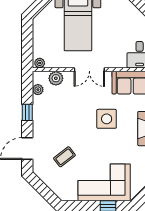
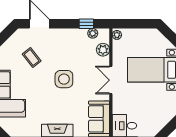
window: (27, 112) -> (86, 24), moved
side table: (107, 119) -> (64, 79), moved

